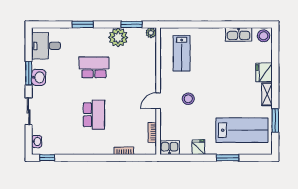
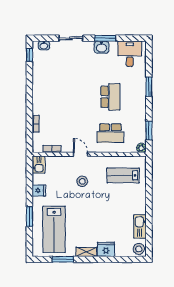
plant: (118, 37) -> (137, 118), removed
school desk: (94, 115) -> (110, 133), moved

